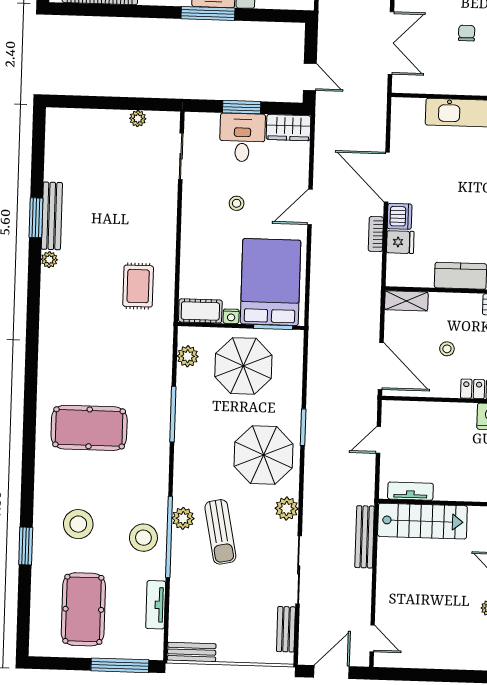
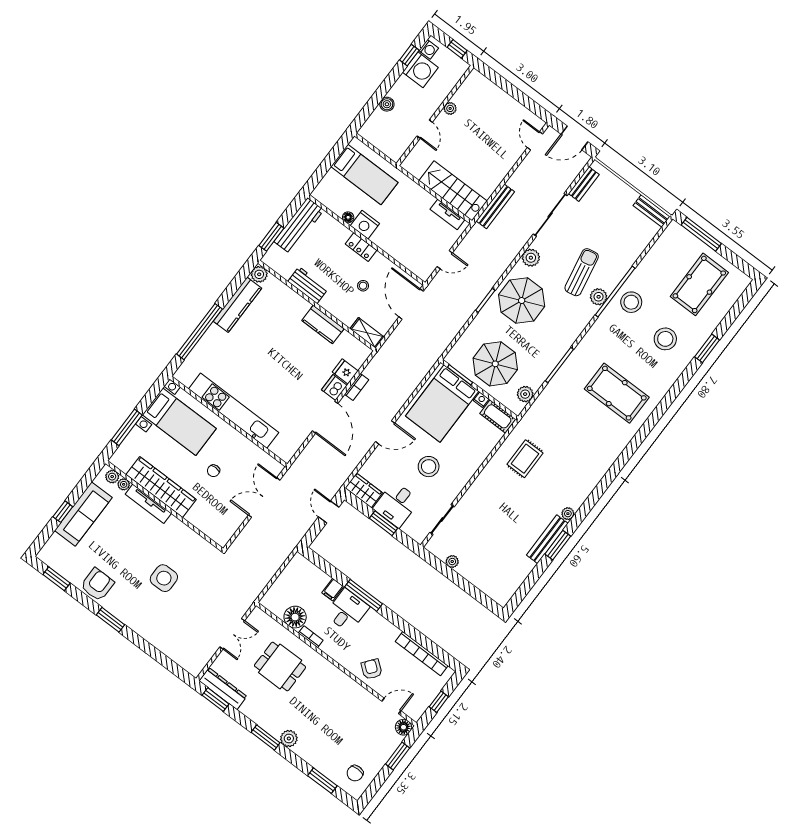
stool: (237, 203) -> (429, 467), width x1.89, depth x1.89
tv unit: (156, 605) -> (653, 256), removed

